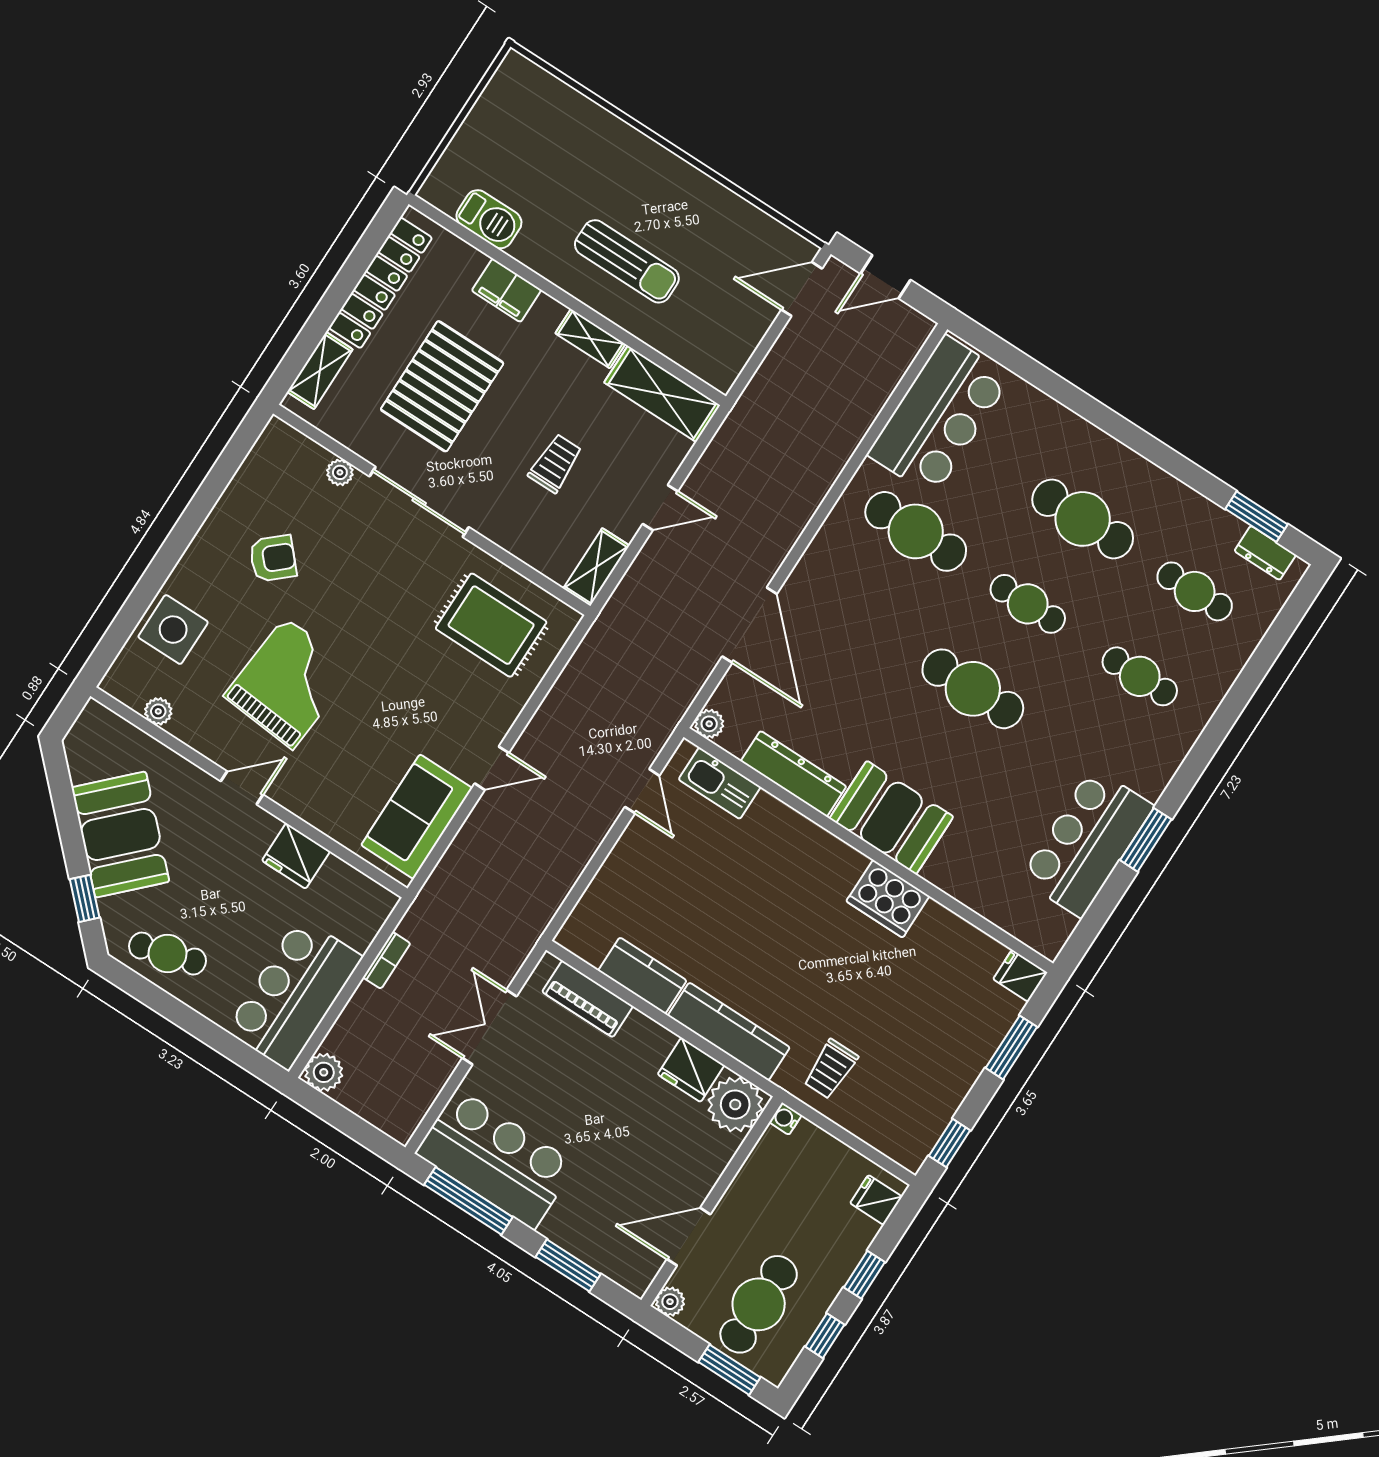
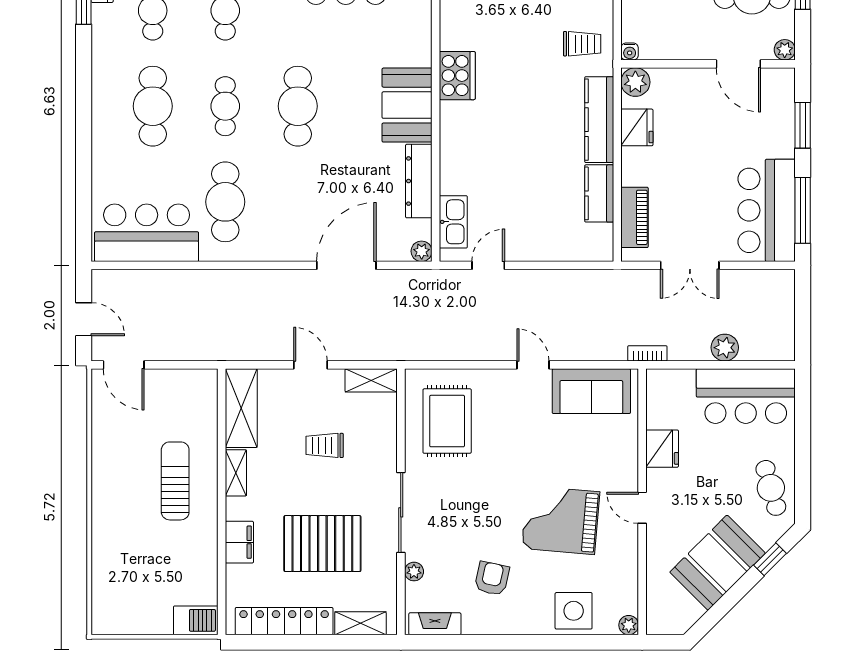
barbecue: (489, 219) -> (196, 620), moved, turned 90
fireplace: (263, 457) -> (435, 624), added
armchair: (273, 558) -> (492, 578), turned 54
plant: (158, 711) -> (629, 625), moved
bookcase: (387, 960) -> (647, 353), moved
plant: (324, 1072) -> (725, 348), moved
plant: (735, 1105) -> (635, 82), width x0.73, depth x0.73

